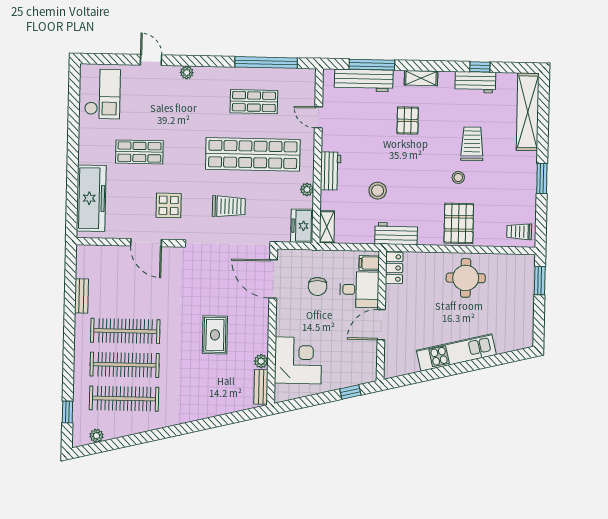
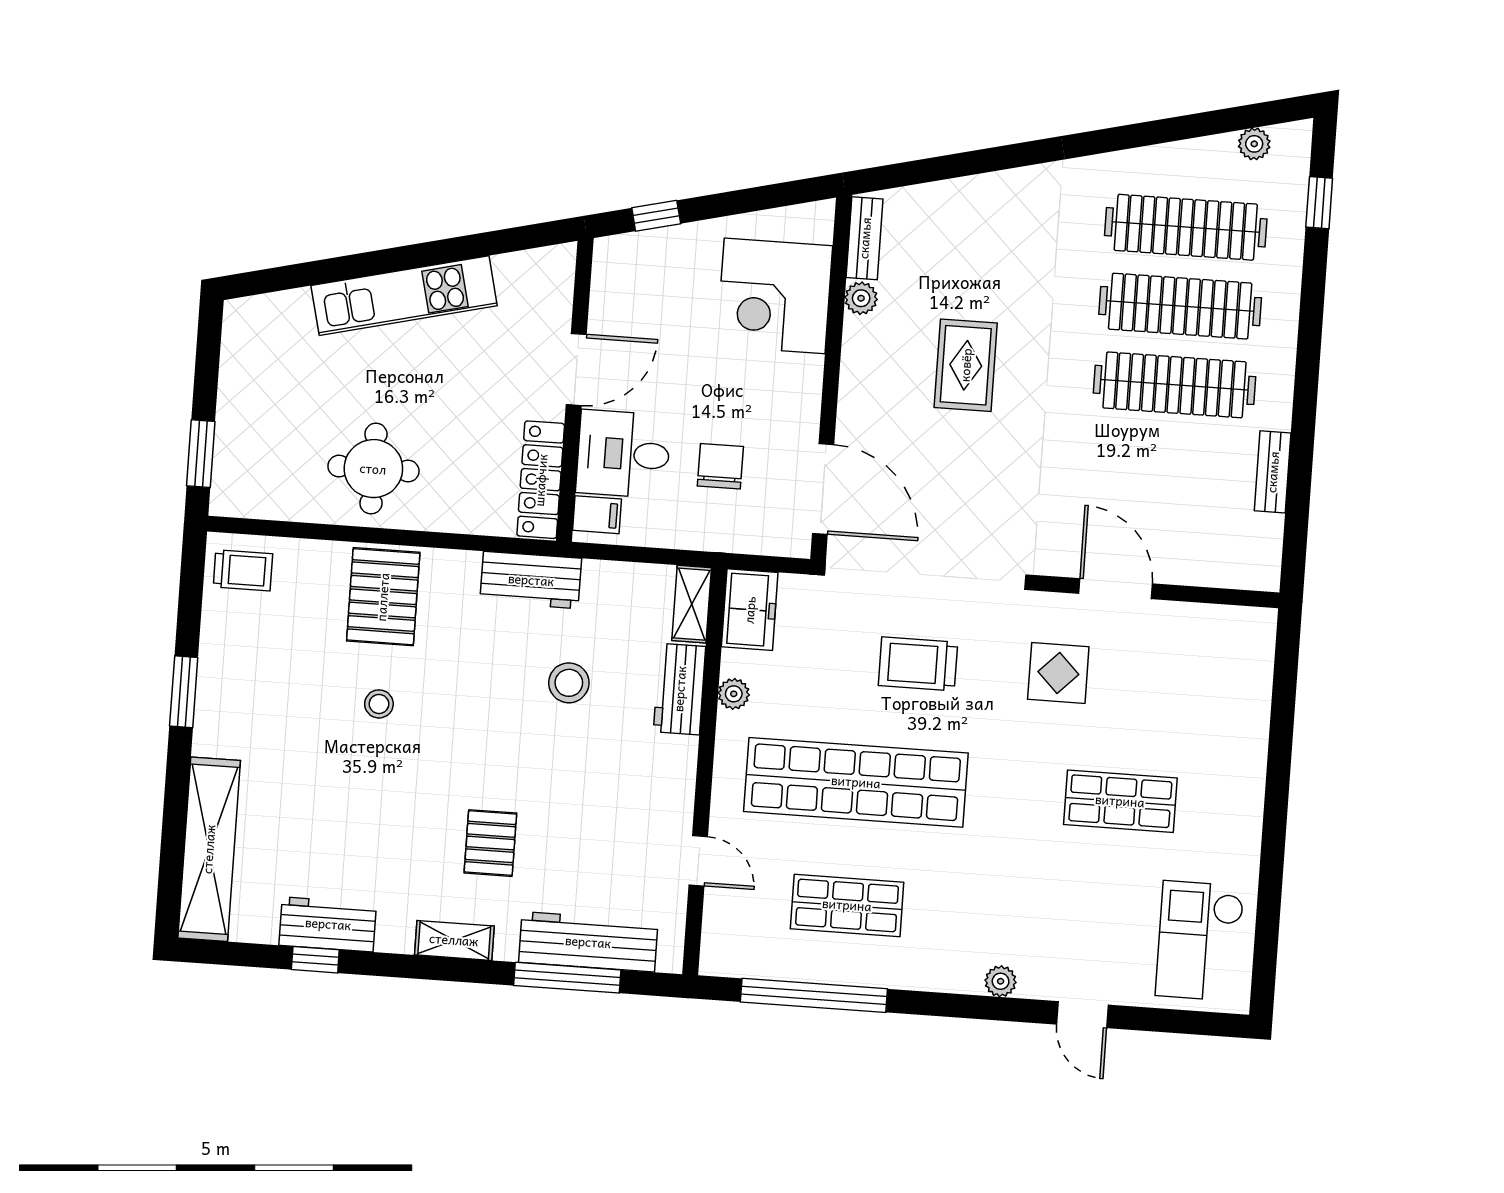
trolley: (472, 144) -> (343, 781), removed
workbench: (331, 171) -> (680, 689), moved
freezer: (91, 198) -> (1239, 699), removed
locker: (394, 268) -> (541, 480), width x1.53

